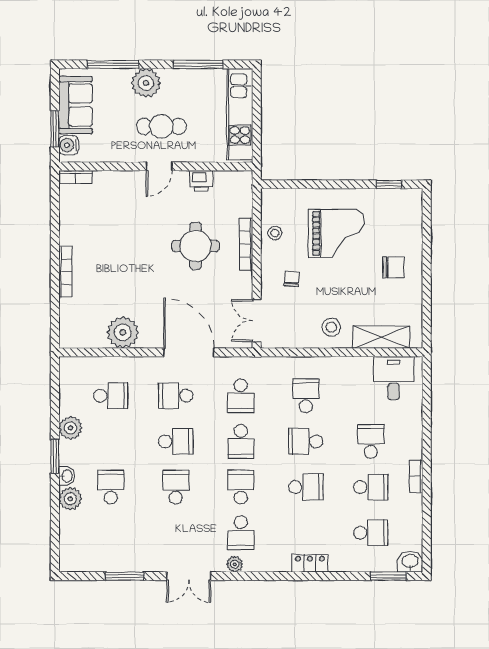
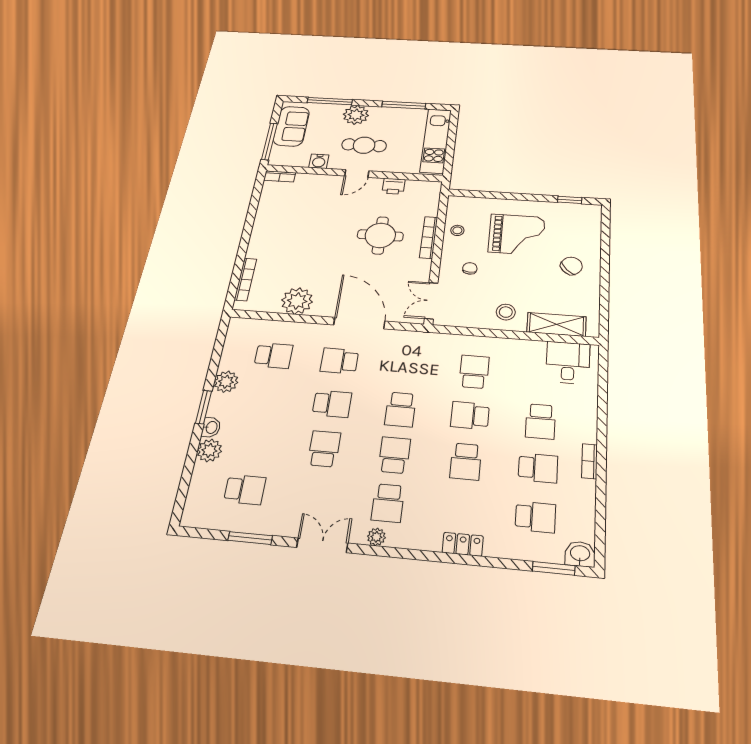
window: (55, 129) -> (269, 141), width x1.44
water cooler: (68, 145) -> (319, 161), moved, turned -90
chair: (393, 267) -> (571, 266), turned -44
bookcase: (65, 272) -> (245, 279), moved
school desk: (241, 396) -> (406, 366), removed
school desk: (371, 441) -> (540, 421), turned 180
school desk: (111, 487) -> (245, 489), moved, turned 90
school desk: (306, 487) -> (466, 461), turned 90
double door: (189, 576) -> (322, 545), swing flipped

